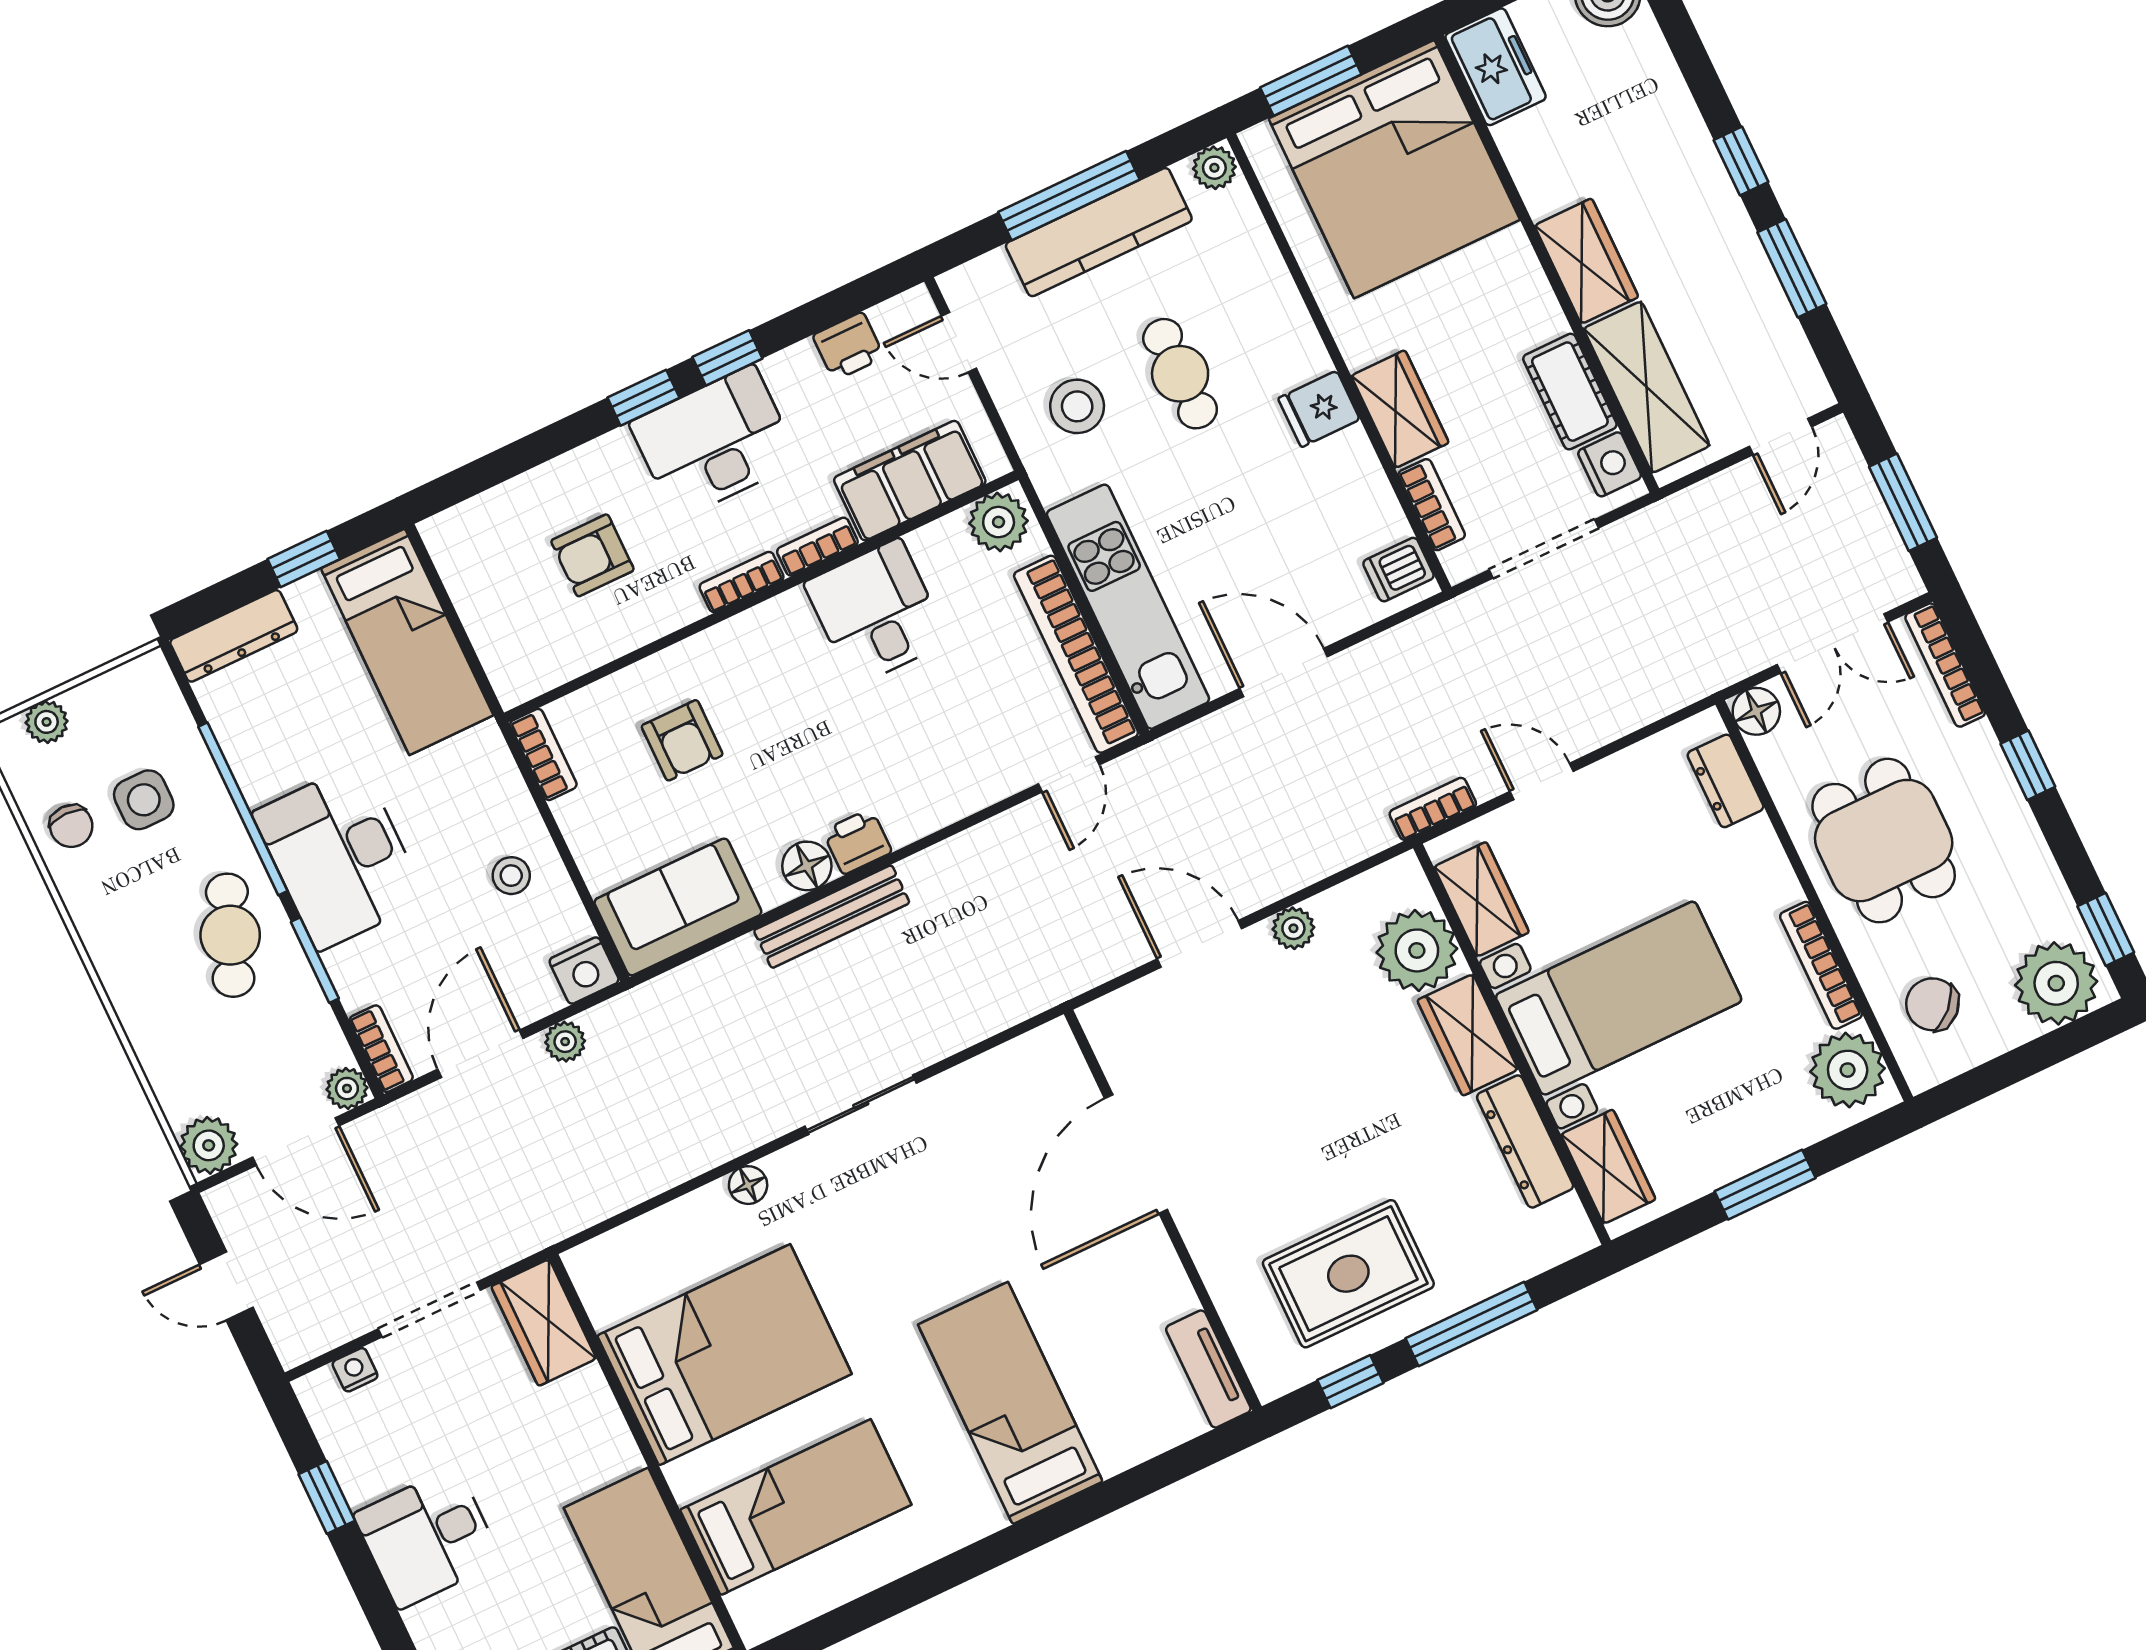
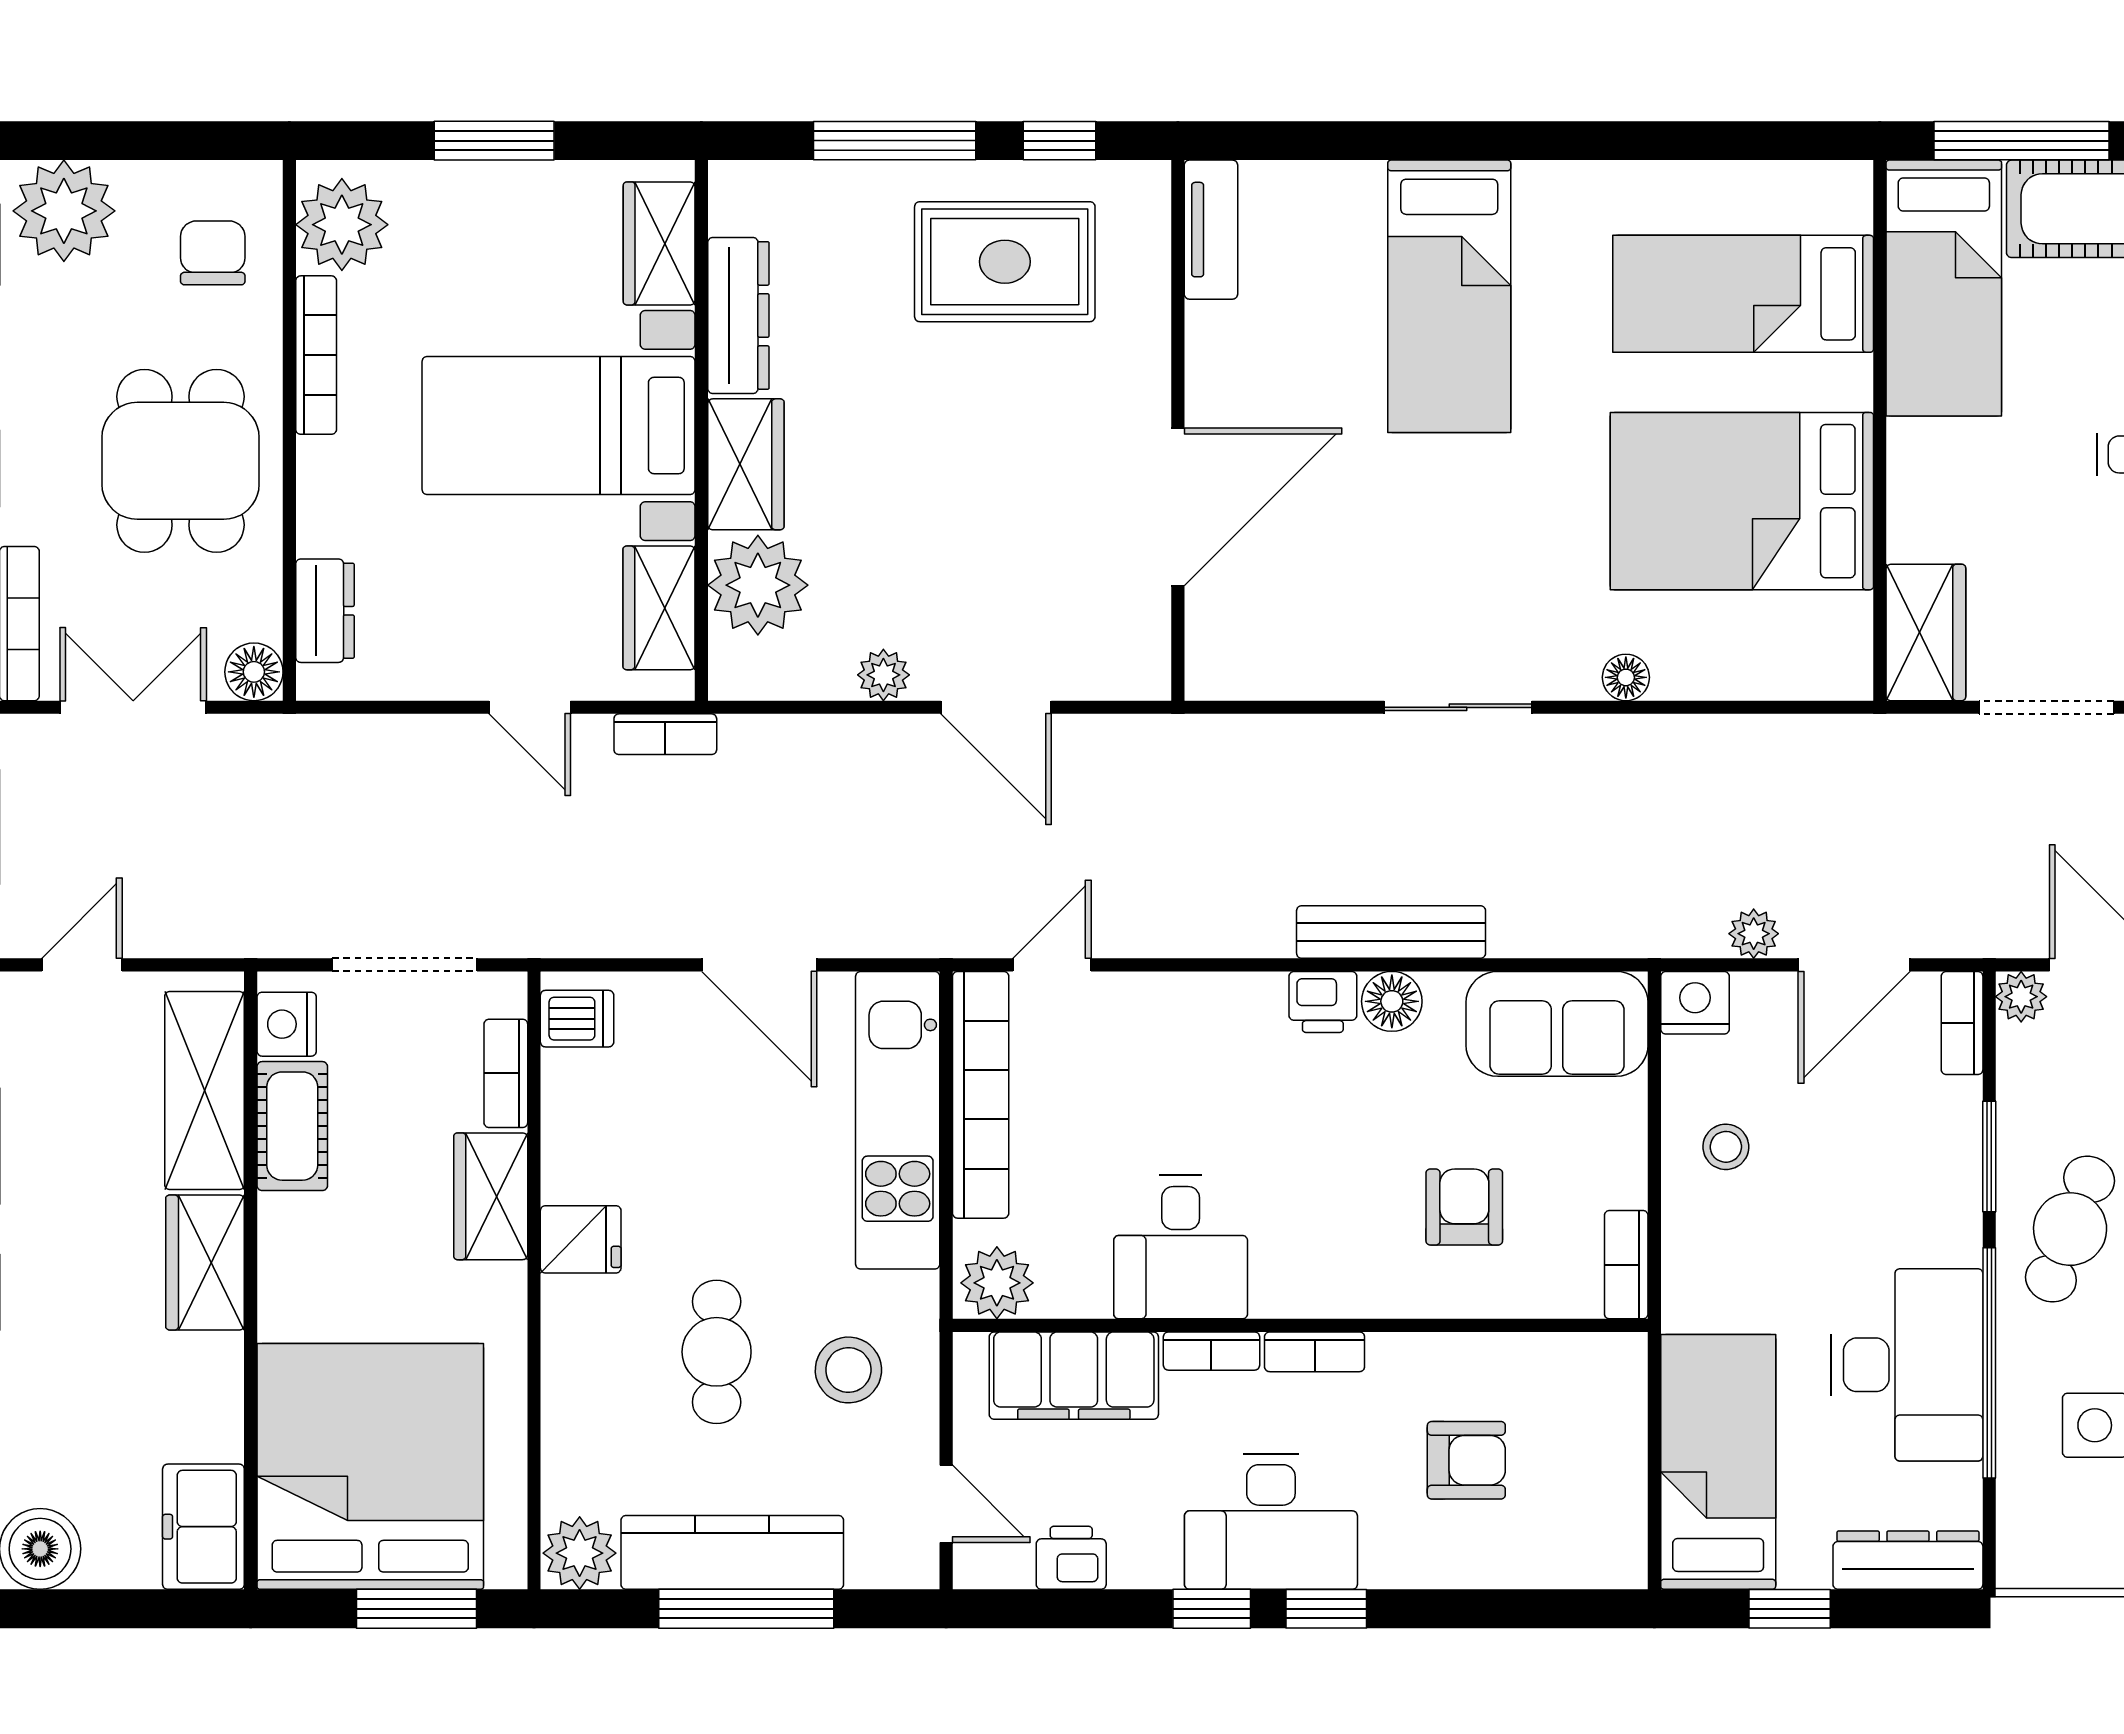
plant: (1214, 168) -> (580, 1553), width x1.38, depth x1.38
desk: (339, 857) -> (1907, 1365), moved
chair: (1932, 1004) -> (213, 253), turned -135

